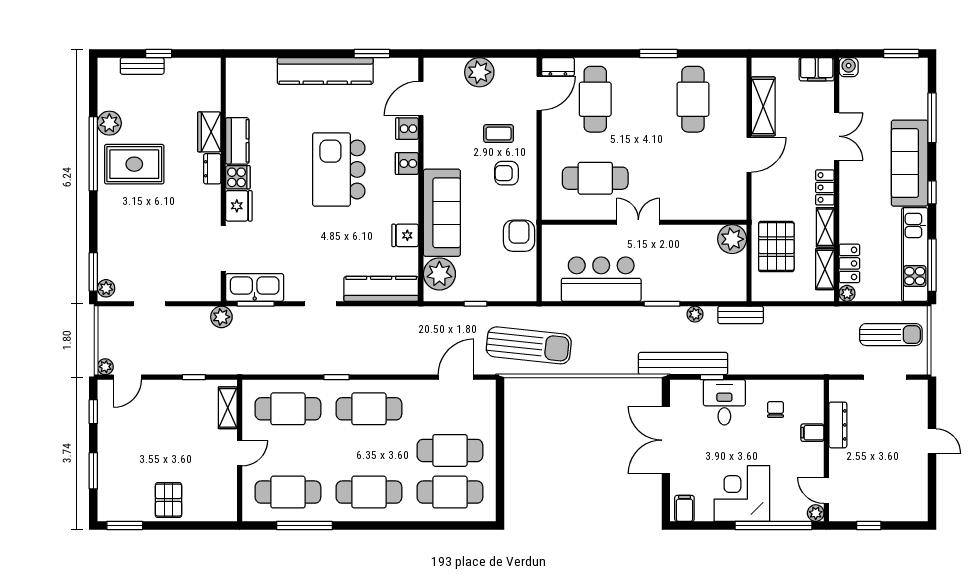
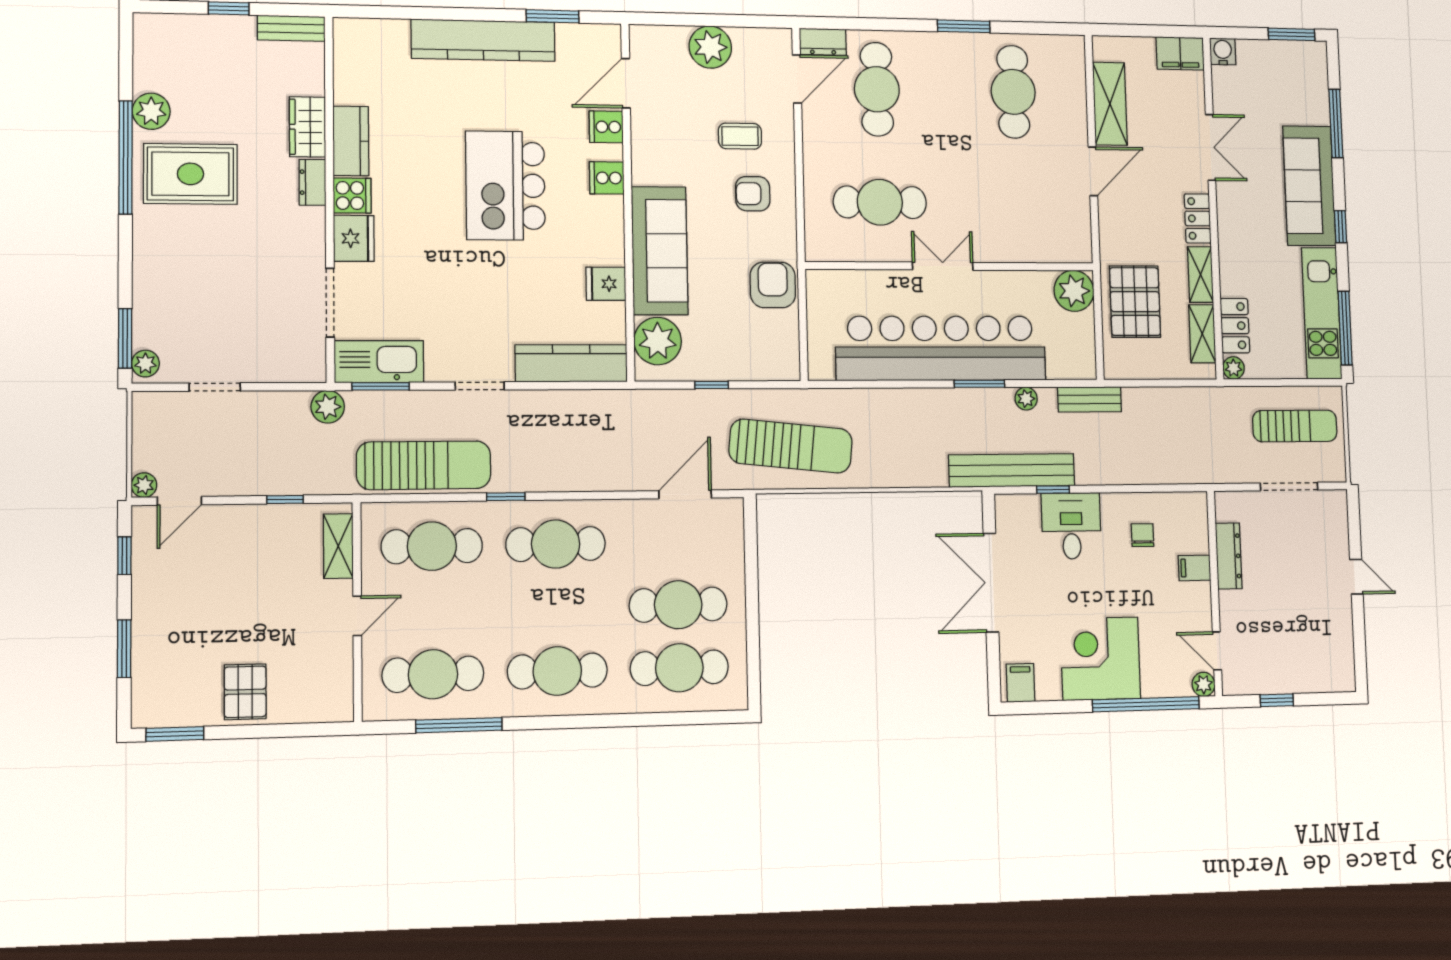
bench: (142, 66) -> (291, 28), moved
bar counter: (601, 279) -> (941, 348), width x1.86
sun lounger: (283, 356) -> (424, 465), added

